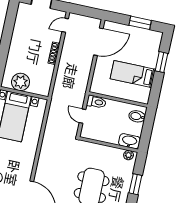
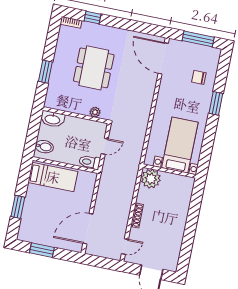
bed: (133, 74) -> (53, 177), moved
plant: (21, 82) -> (151, 179), moved
door: (82, 116) -> (105, 146), hinge flipped
plant: (129, 155) -> (95, 112), moved

